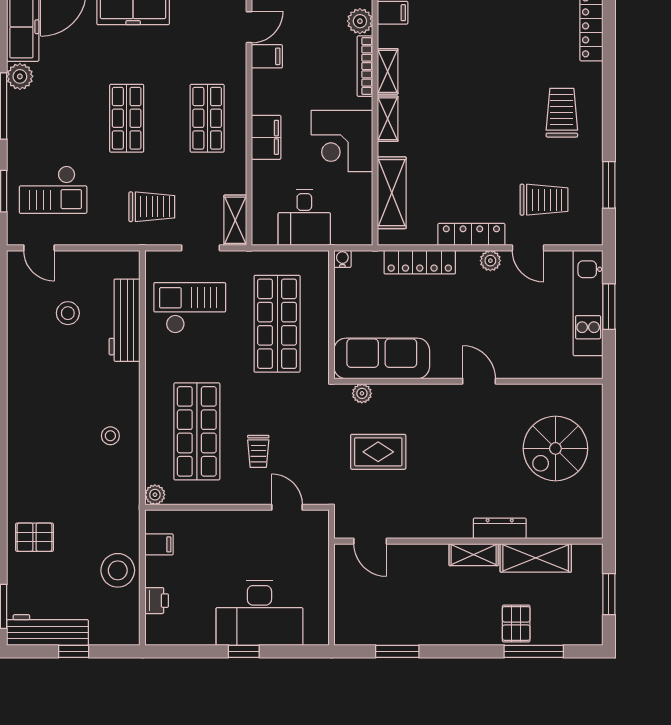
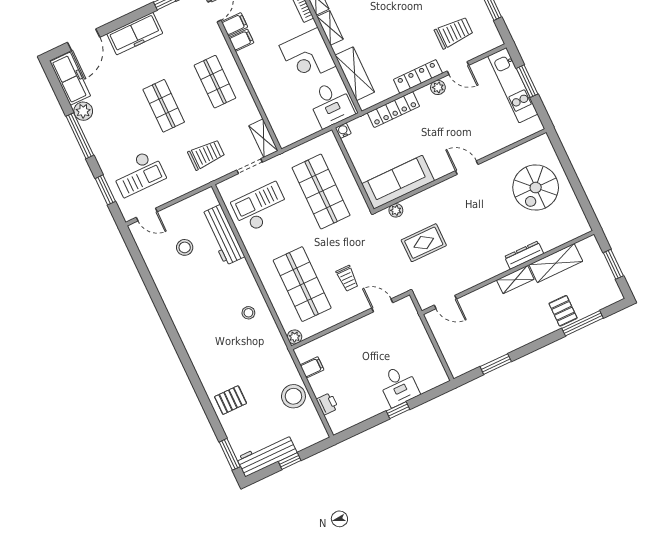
filing cabinet: (266, 137) -> (241, 40), moved, width x0.50
desk: (304, 217) -> (331, 104), moved
desk: (259, 613) -> (399, 386), width x0.53, depth x0.77

